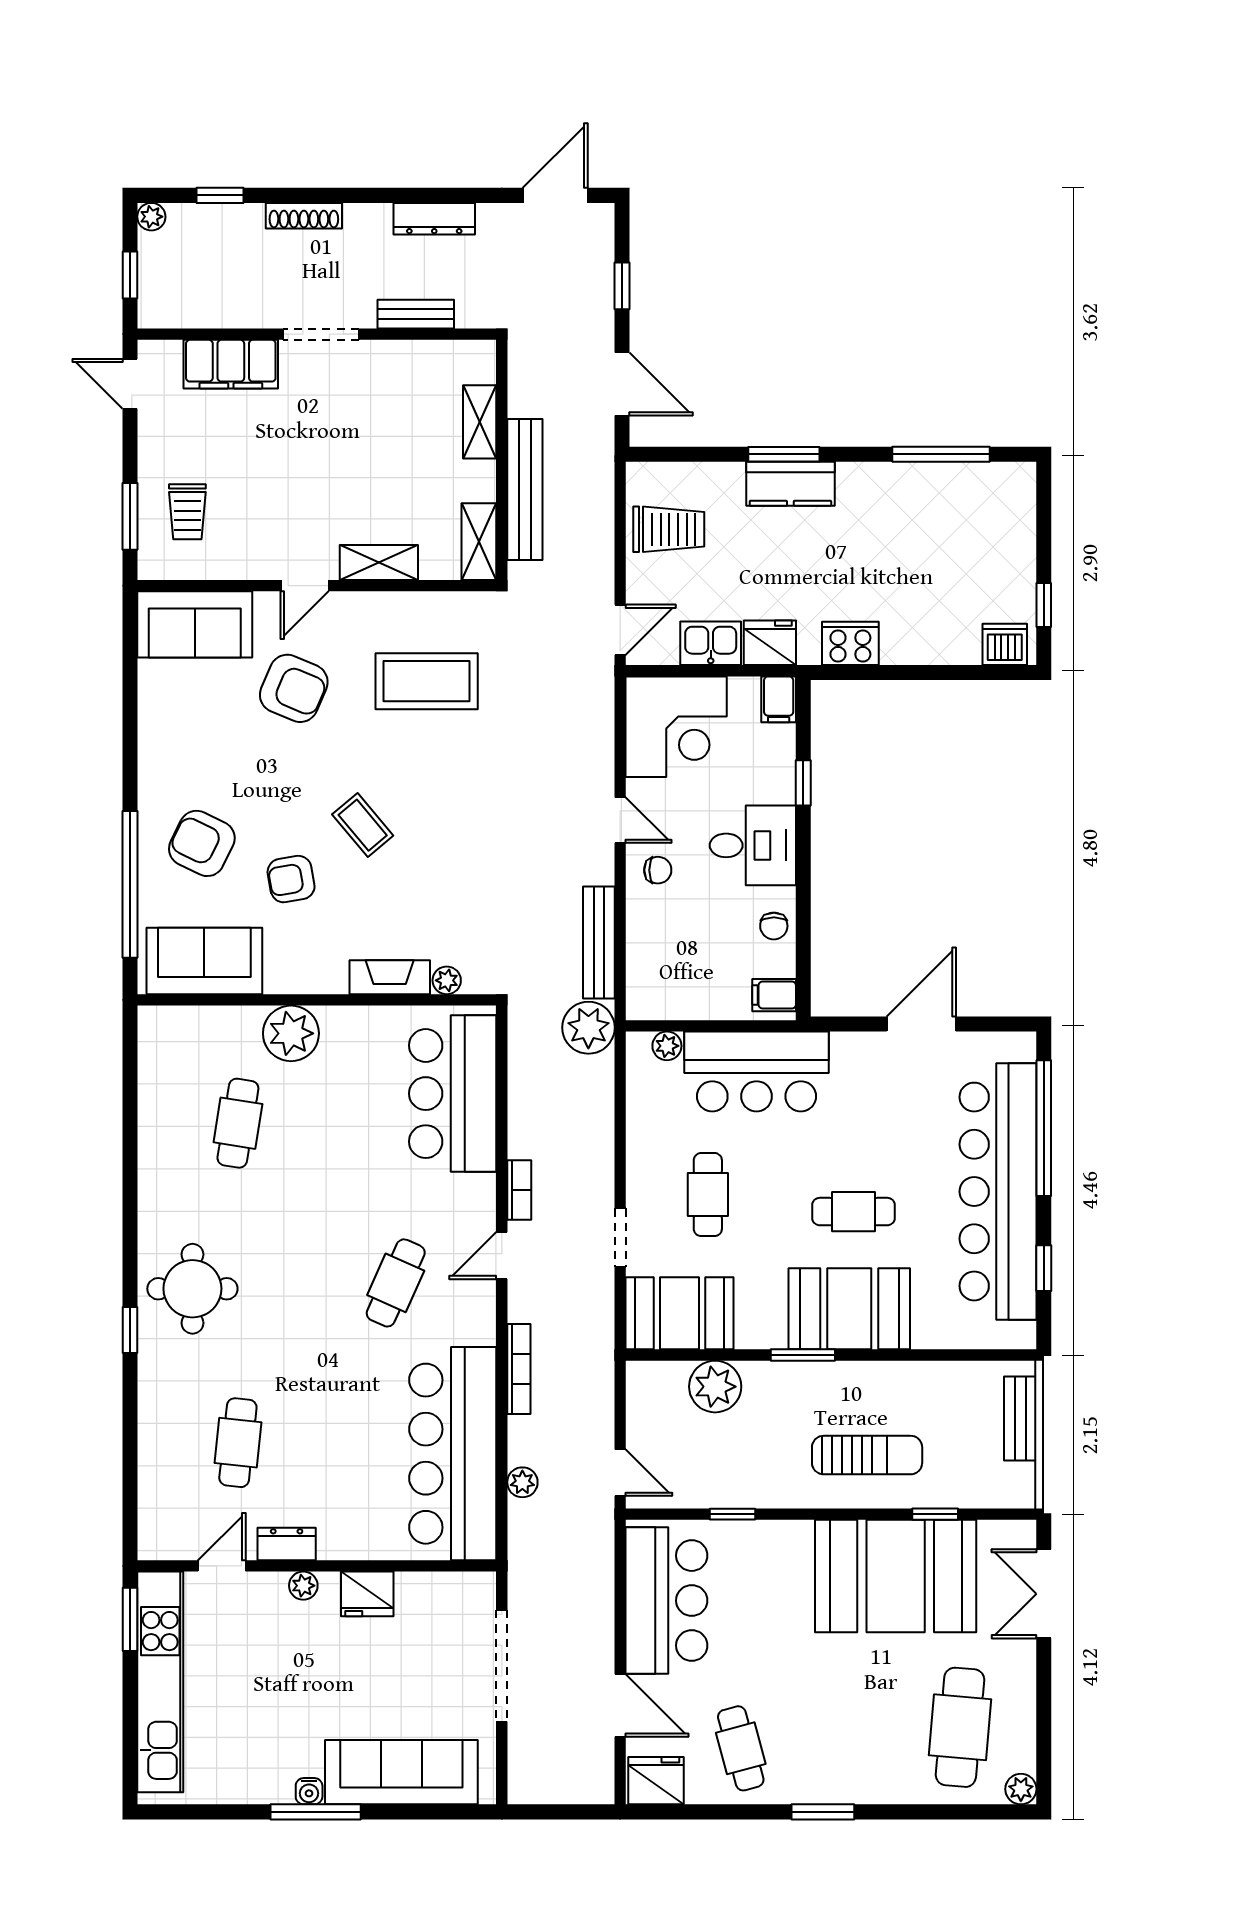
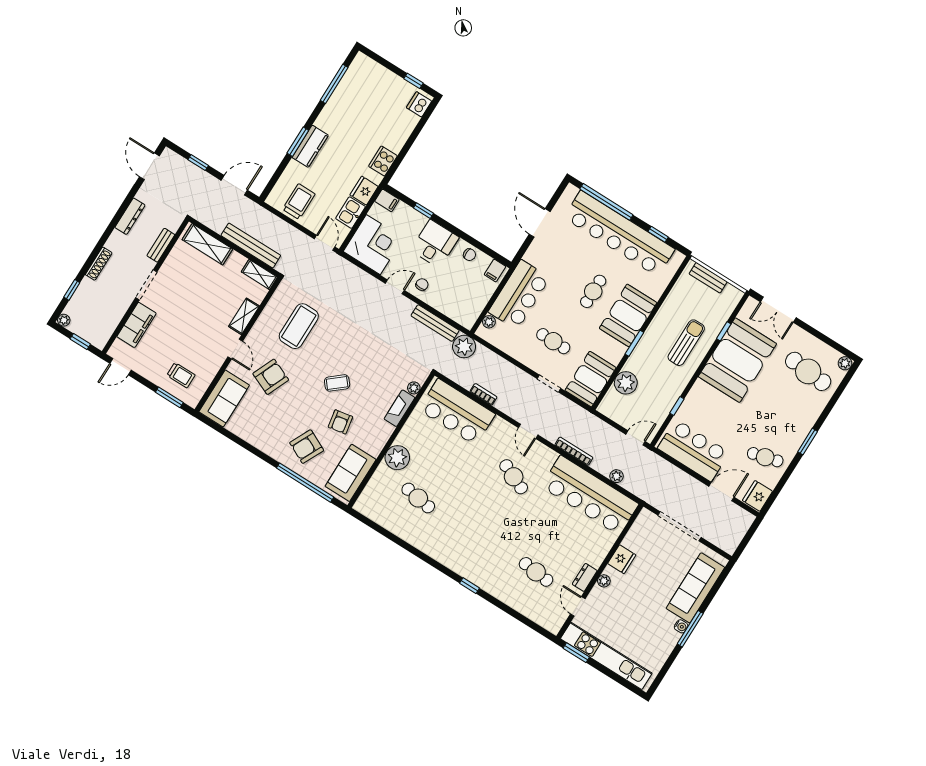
shelving: (480, 422) -> (207, 244), width x1.50, depth x1.33
bookcase: (519, 1190) -> (483, 394), moved
round table: (192, 1289) -> (469, 553), removed

